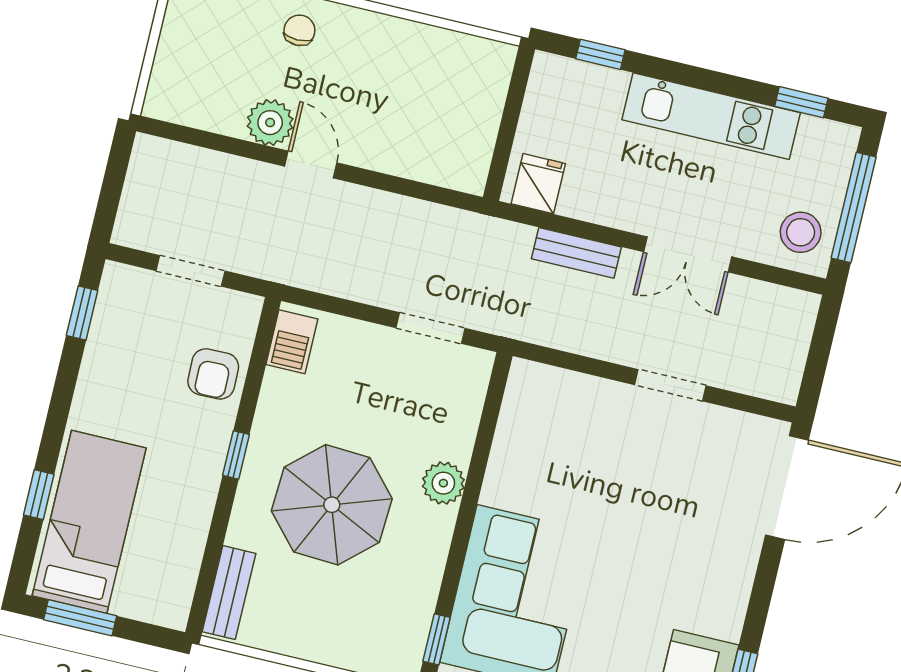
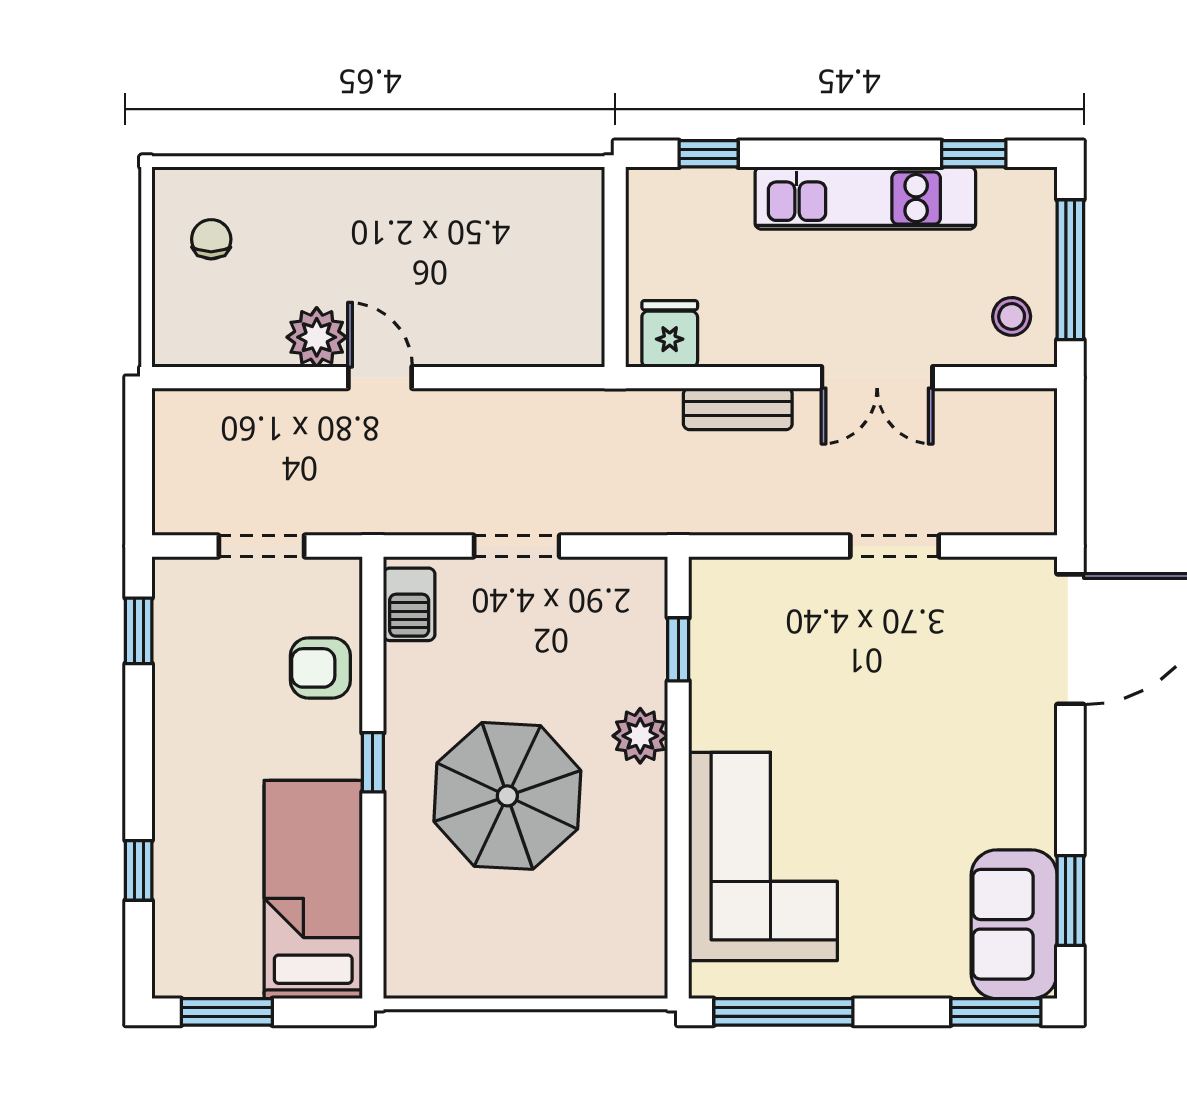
chair: (299, 30) -> (211, 239), moved
stool: (801, 232) -> (1012, 316), width x0.73, depth x0.73
doorway: (430, 328) -> (517, 546), moved
armchair: (213, 374) -> (320, 668), turned 91
bed: (89, 522) -> (313, 890), moved
bench: (229, 593) -> (405, 936), removed
window: (437, 639) -> (678, 649), moved

